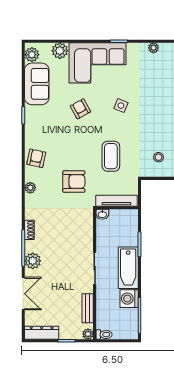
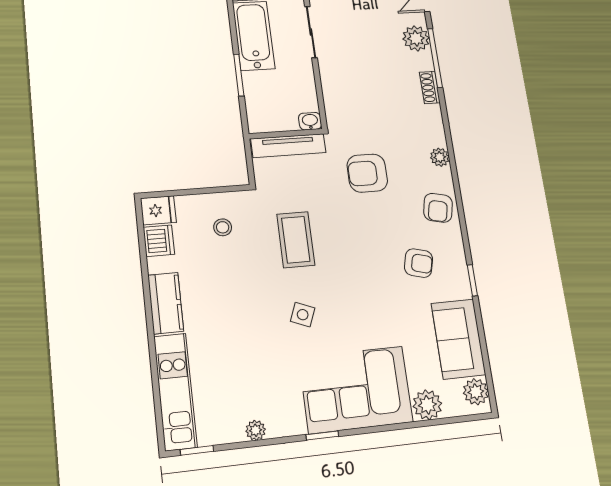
armchair: (80, 109) -> (419, 263), moved, turned -46
coffee table: (111, 156) -> (296, 240), moved

